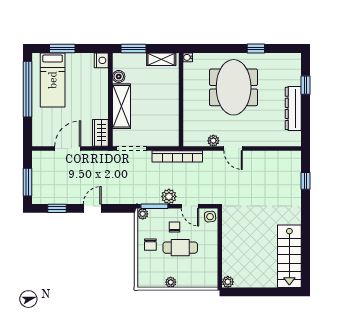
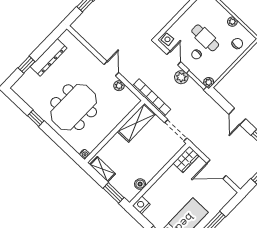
shelving: (121, 106) -> (137, 123), moved
door: (92, 208) -> (237, 116), hinge flipped
chair: (150, 245) -> (237, 44), moved

